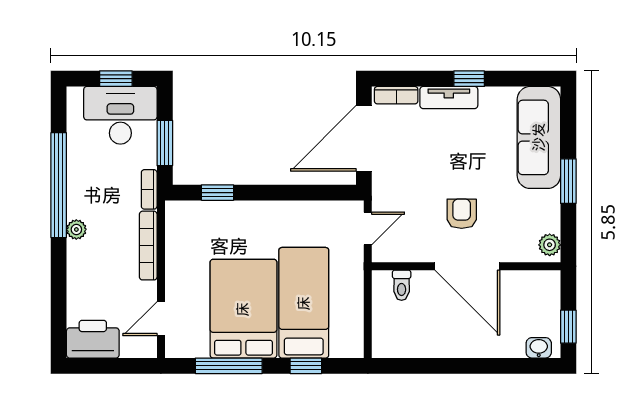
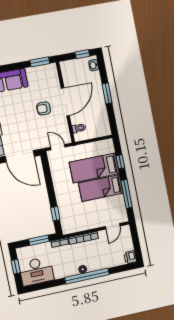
desk: (120, 115) -> (36, 271), moved, turned -90
window: (568, 181) -> (40, 62), moved
window: (59, 185) -> (87, 276), moved
plant: (550, 245) -> (49, 68), removed
bed: (243, 309) -> (101, 188), width x0.67
door: (161, 319) -> (113, 226), hinge flipped
printer: (93, 339) -> (130, 257), width x0.53, depth x0.68
window: (469, 366) -> (107, 93), added

